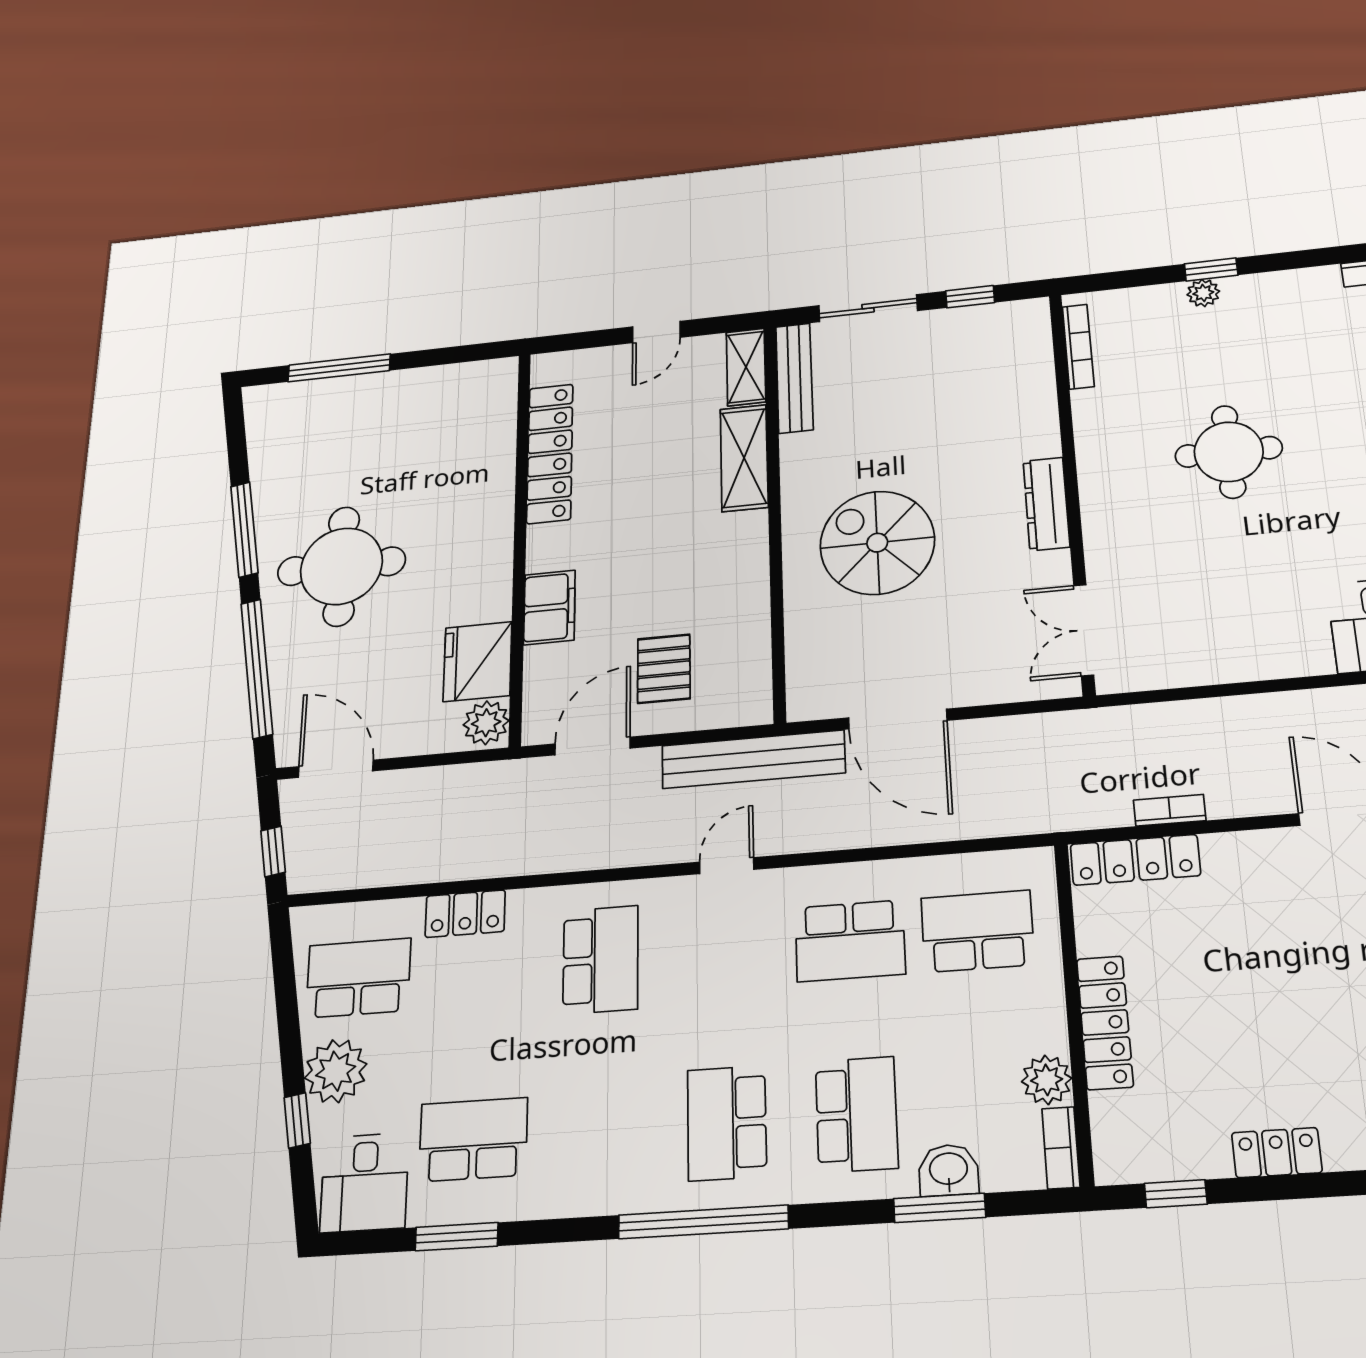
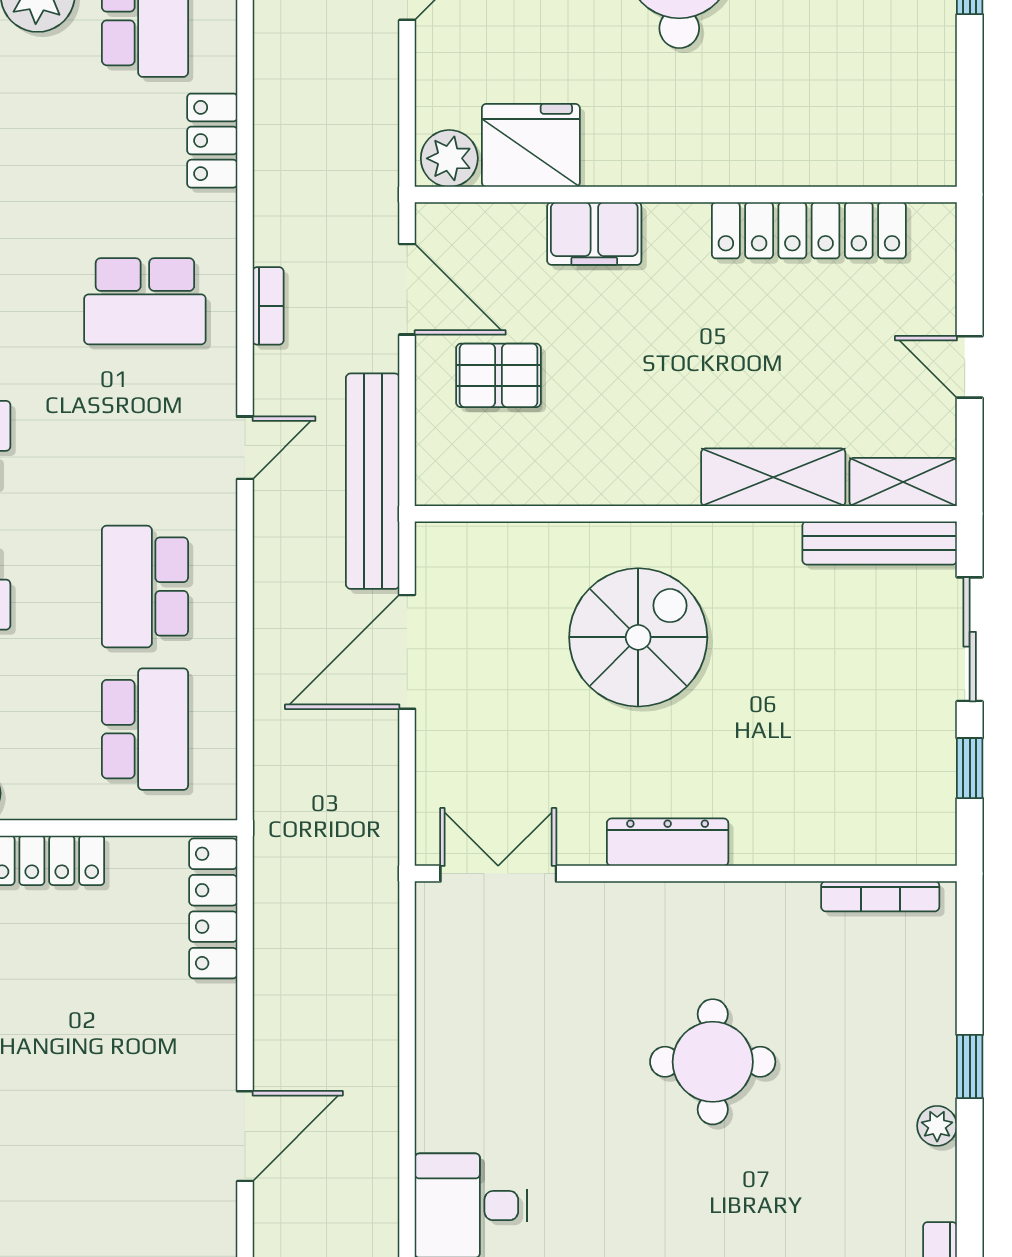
plant: (1203, 293) -> (937, 1126), moved
bookcase: (1170, 810) -> (268, 306), moved
door: (727, 866) -> (245, 448), hinge flipped

